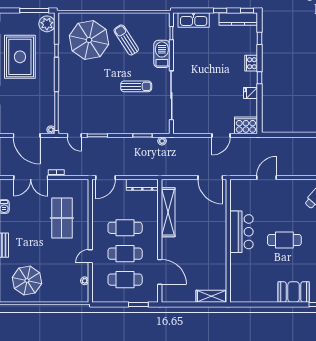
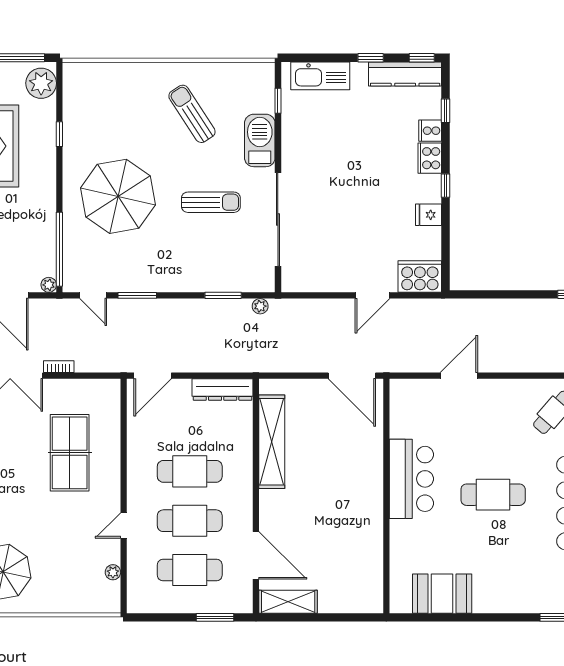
parasol: (89, 40) -> (118, 196), moved
cooker: (251, 49) -> (430, 131), added
booth: (294, 292) -> (442, 594), moved
shelving: (211, 296) -> (288, 602), moved

